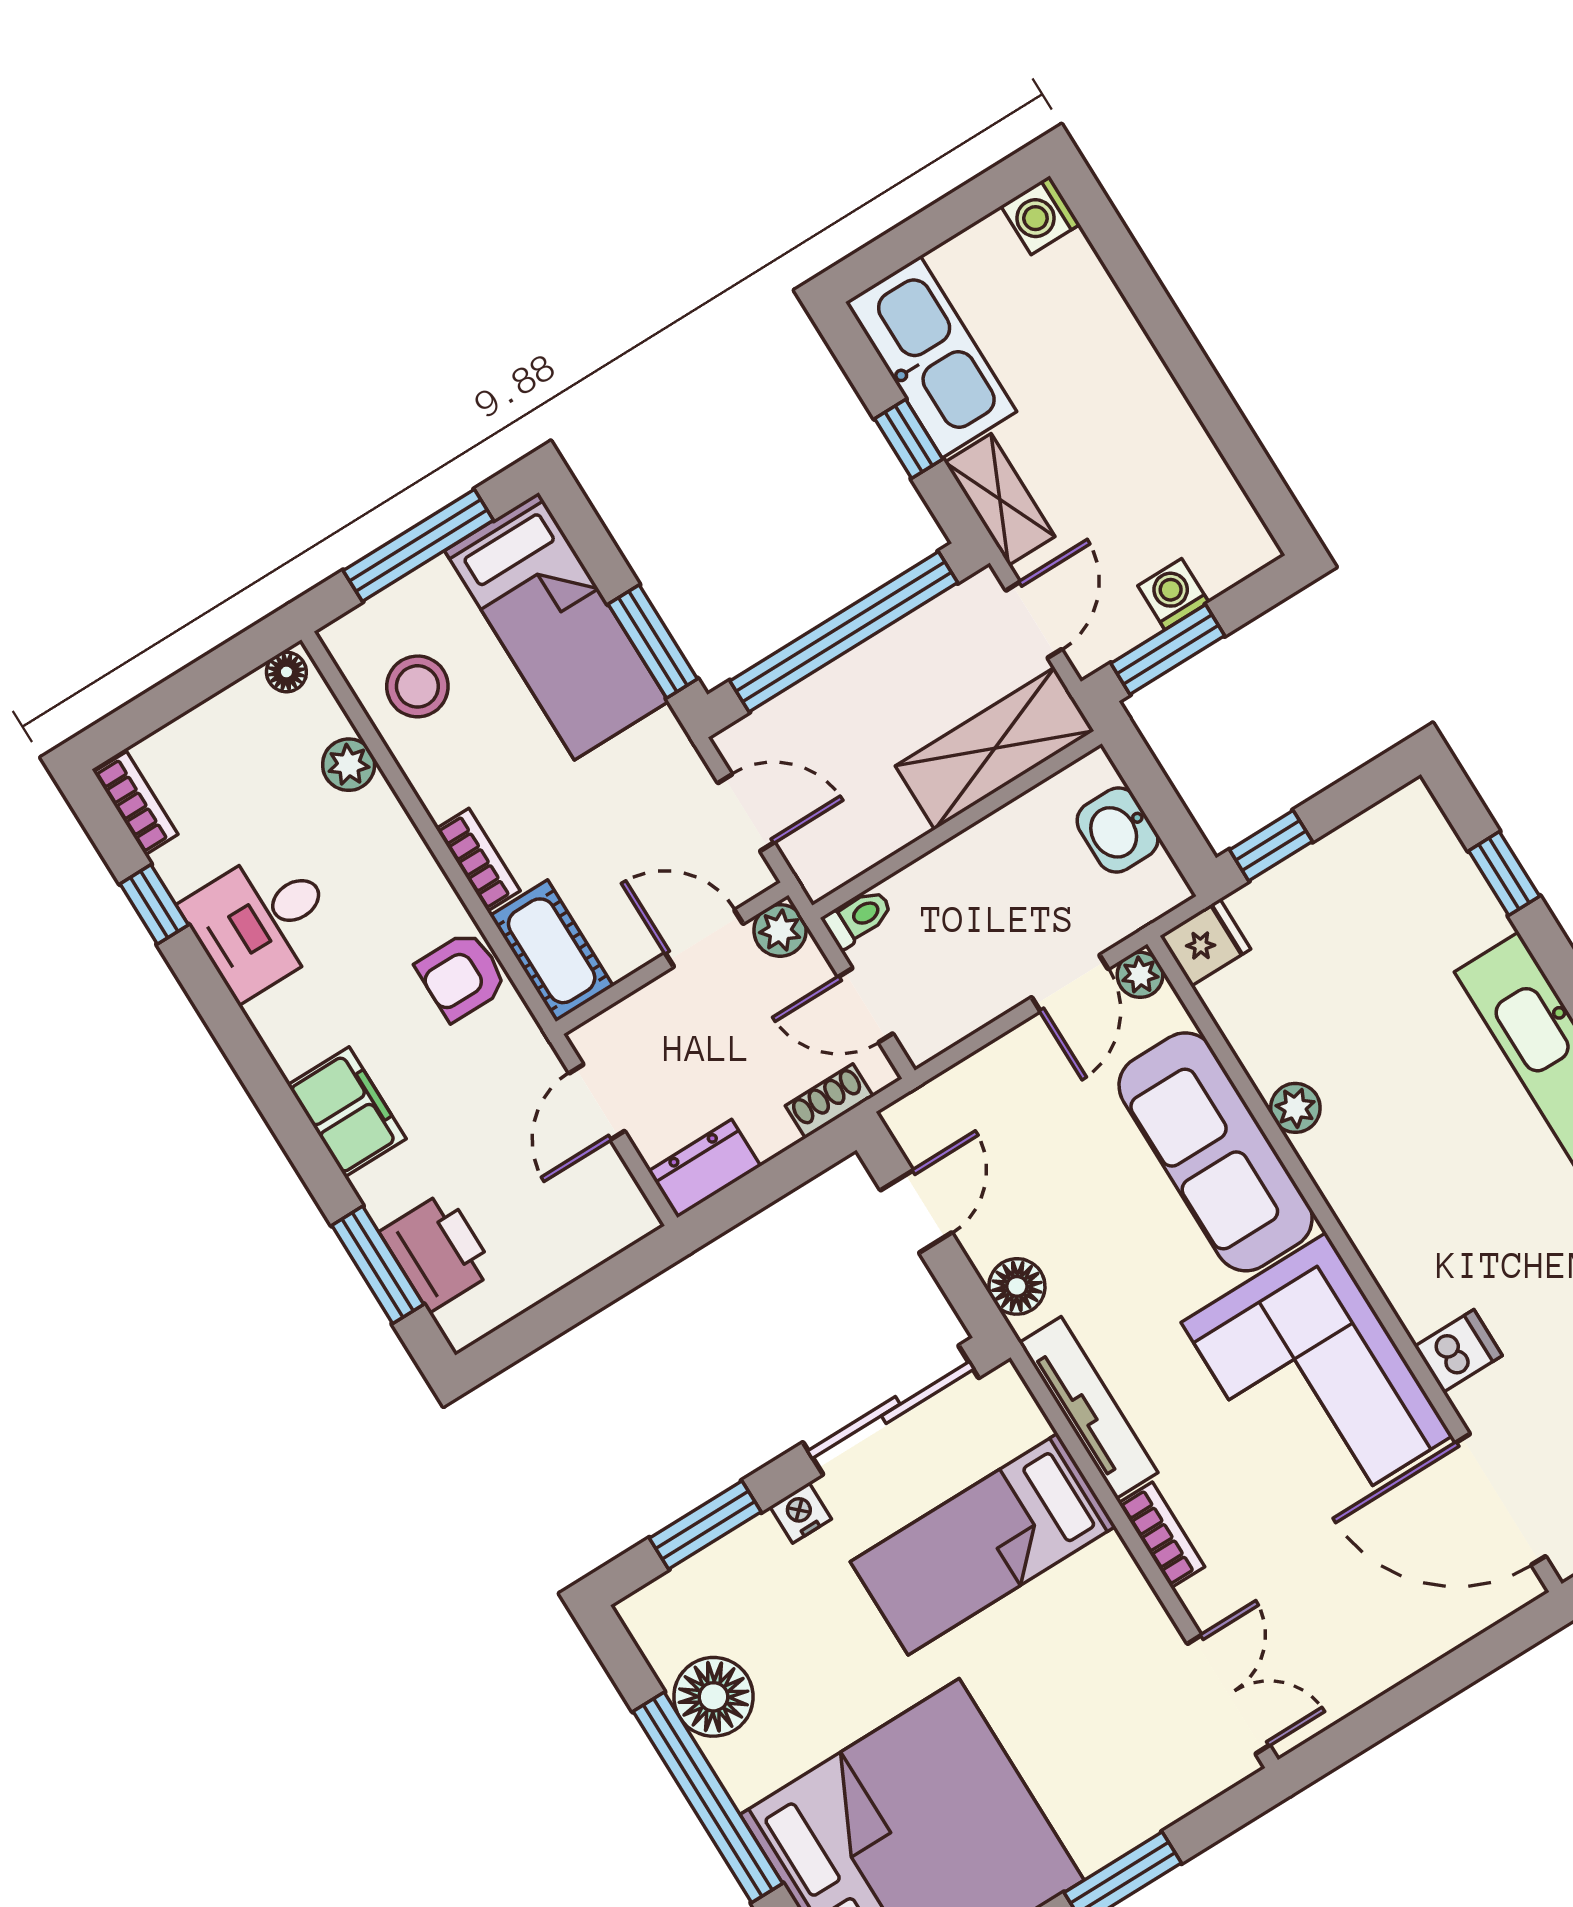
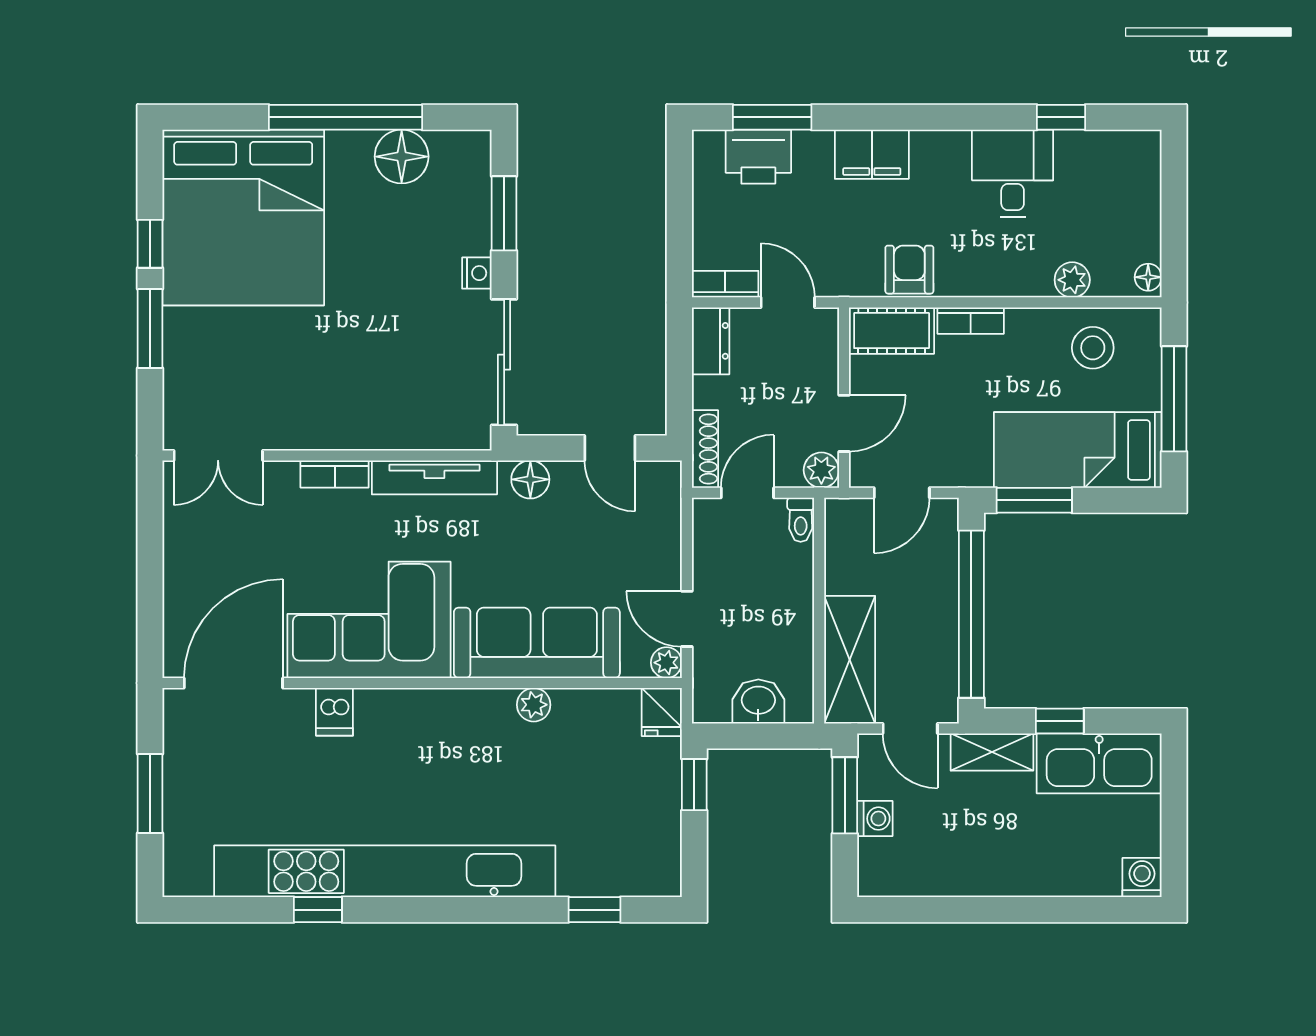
bookcase: (136, 803) -> (725, 284), moved, turned 180
shoe rack: (829, 1101) -> (705, 449), width x1.43
bed: (983, 1544) -> (393, 367), removed

